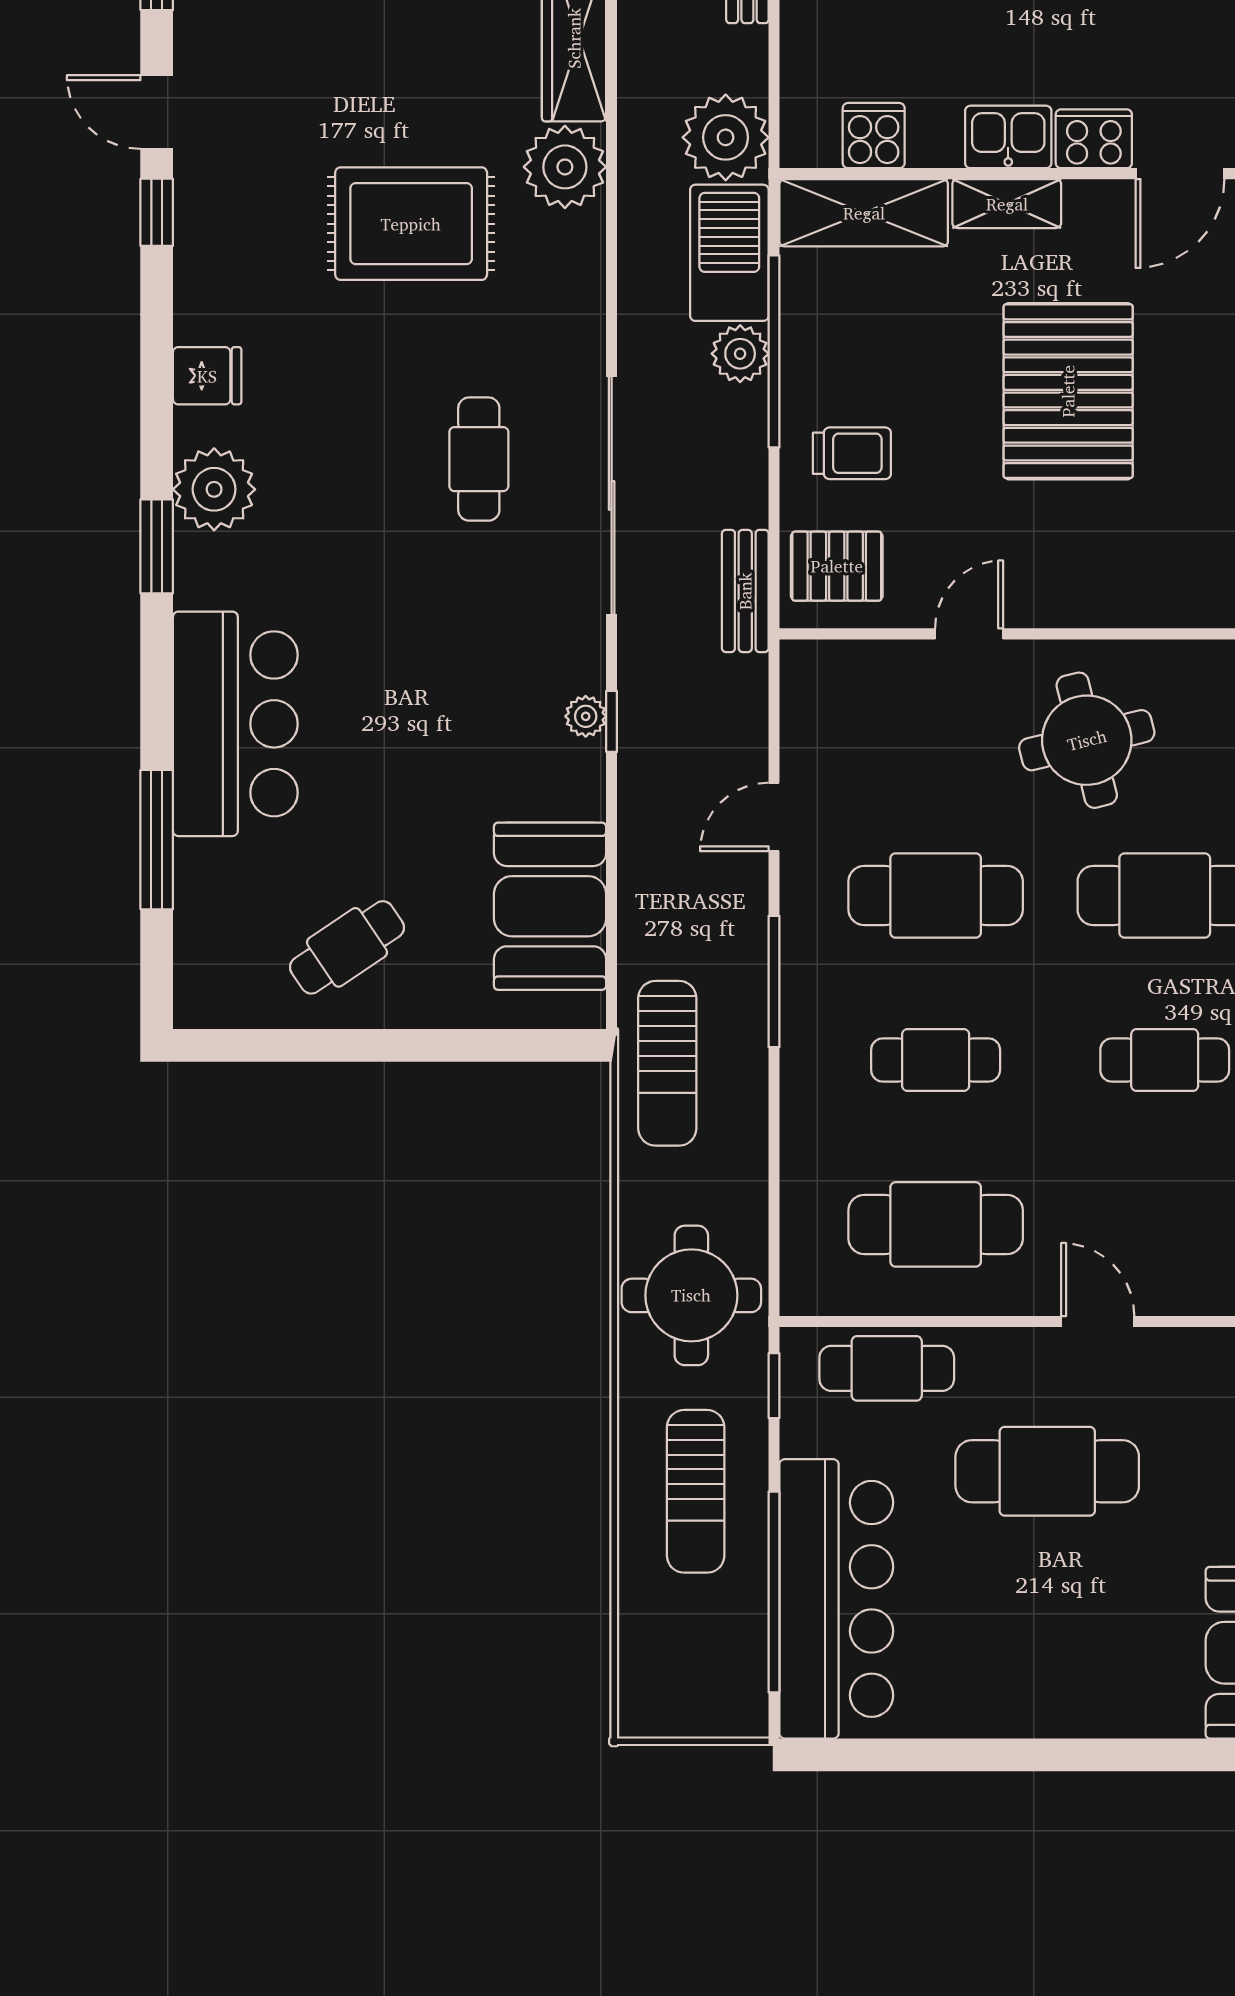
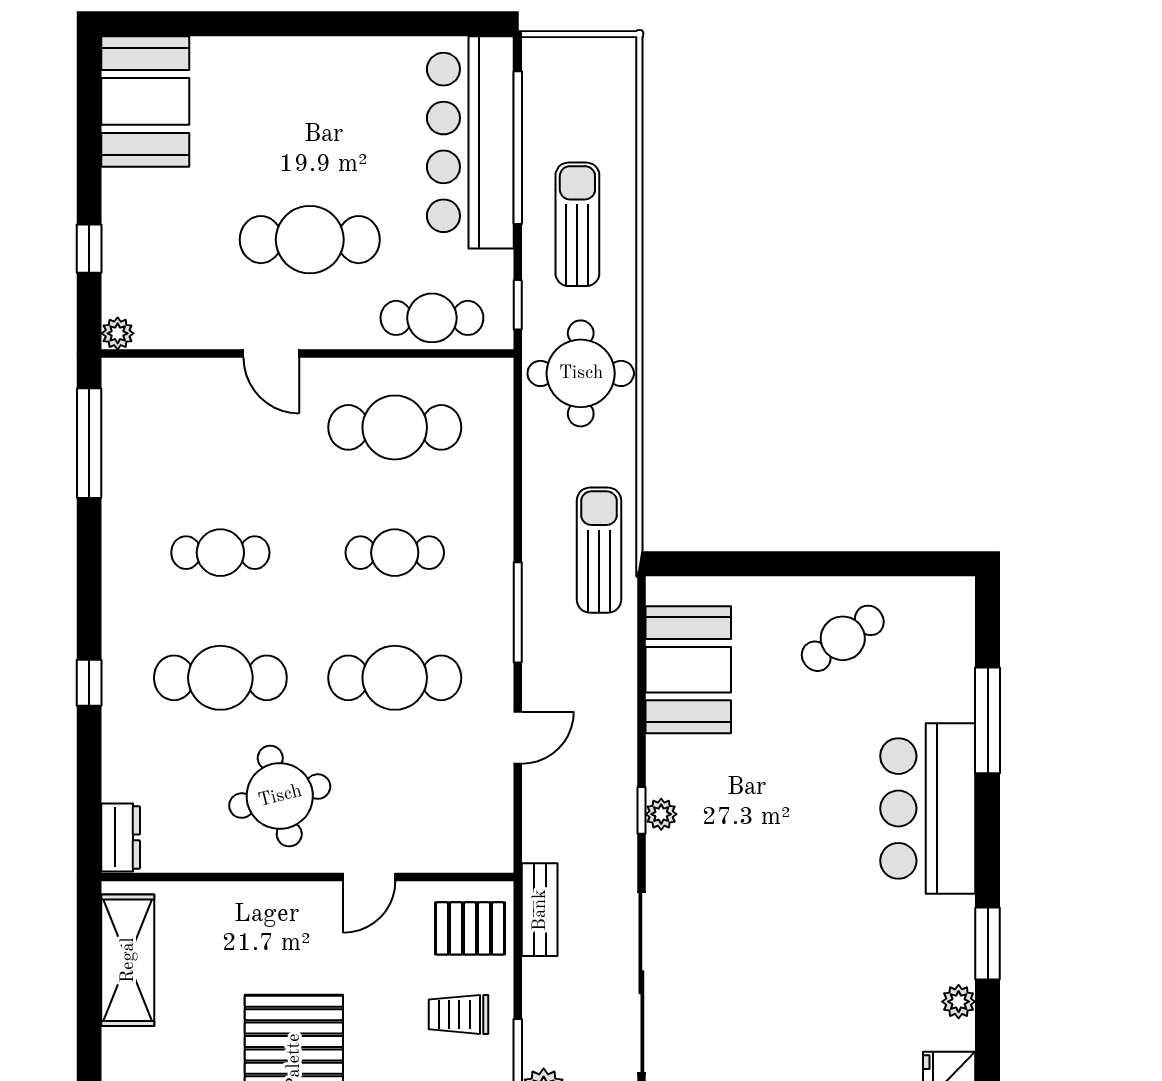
cafe table: (479, 459) -> (742, 1010), removed
plant: (214, 489) -> (959, 1002), width x0.53, depth x0.53

